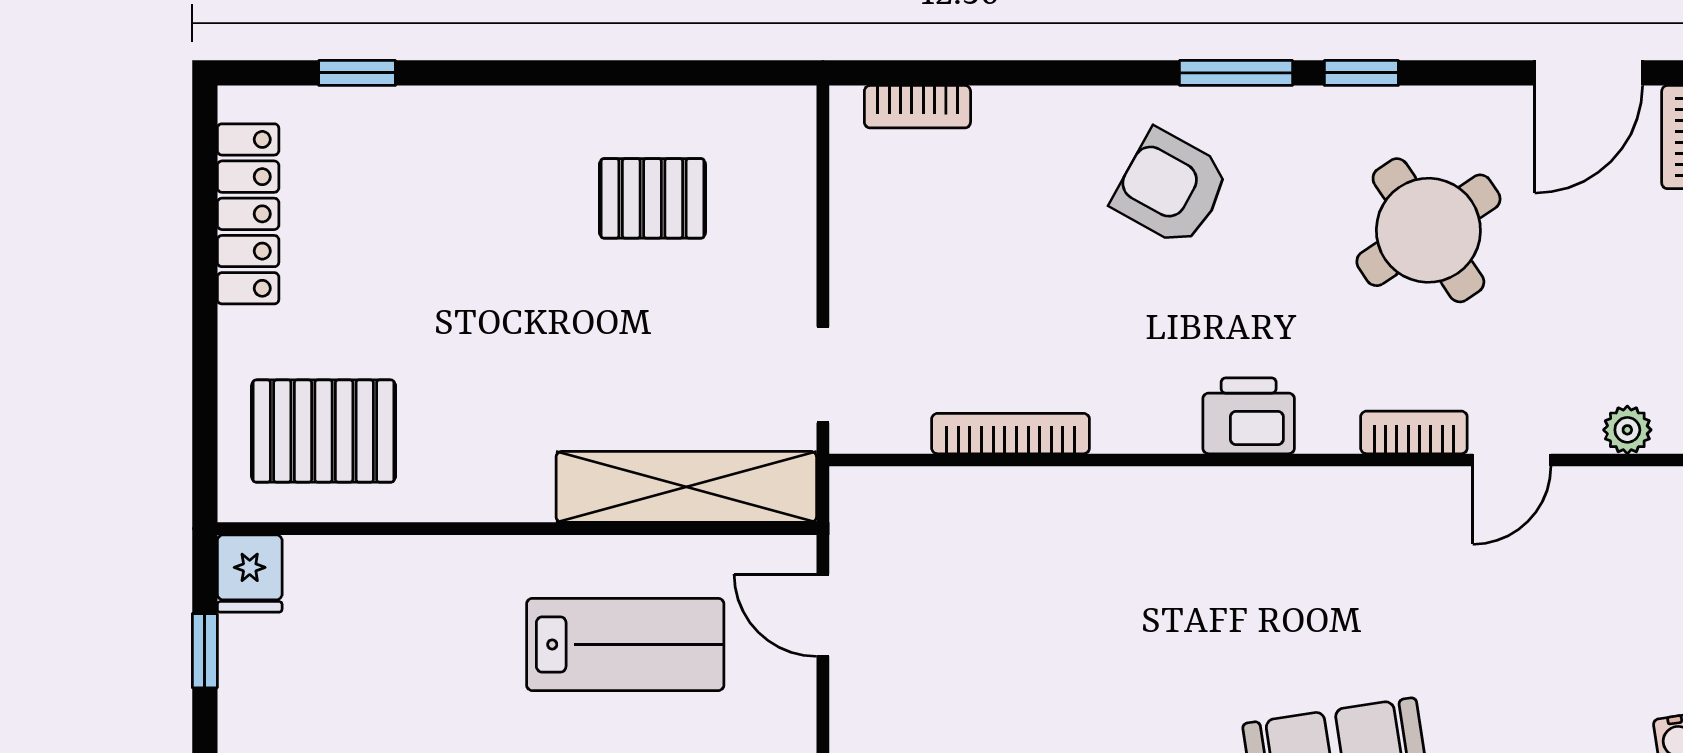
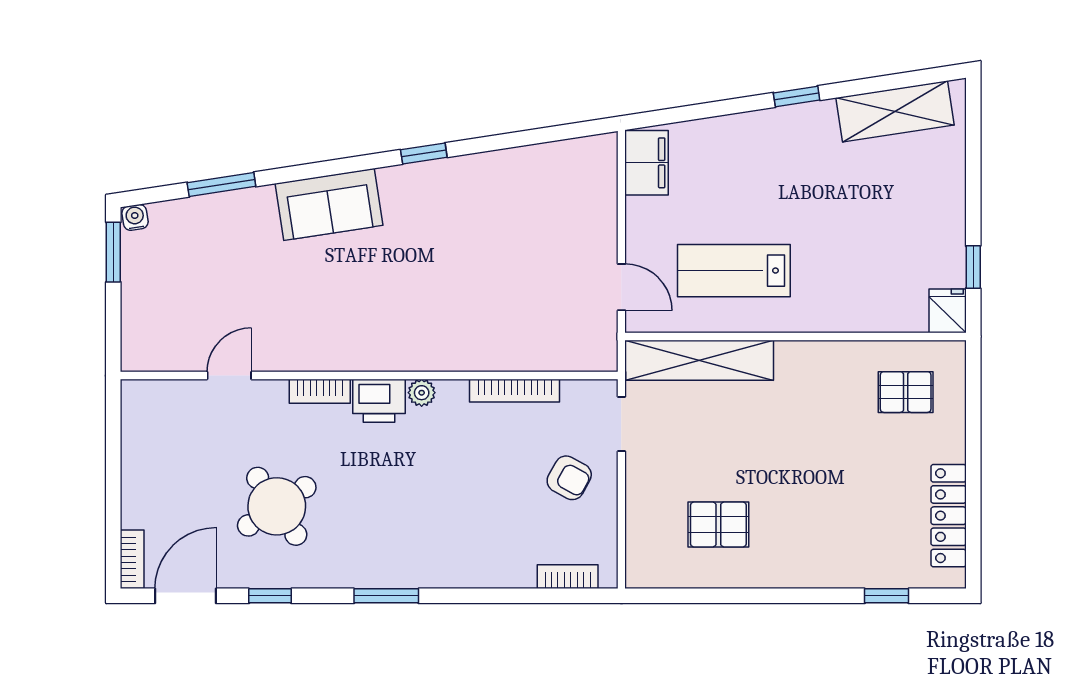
window: (1361, 73) -> (270, 596), moved
armchair: (1171, 188) -> (569, 478), moved, width x0.72, depth x0.72
plant: (1627, 430) -> (422, 393), moved
pallet: (324, 431) -> (906, 392), width x0.67, depth x0.71
bookcase: (1414, 432) -> (320, 391), moved

